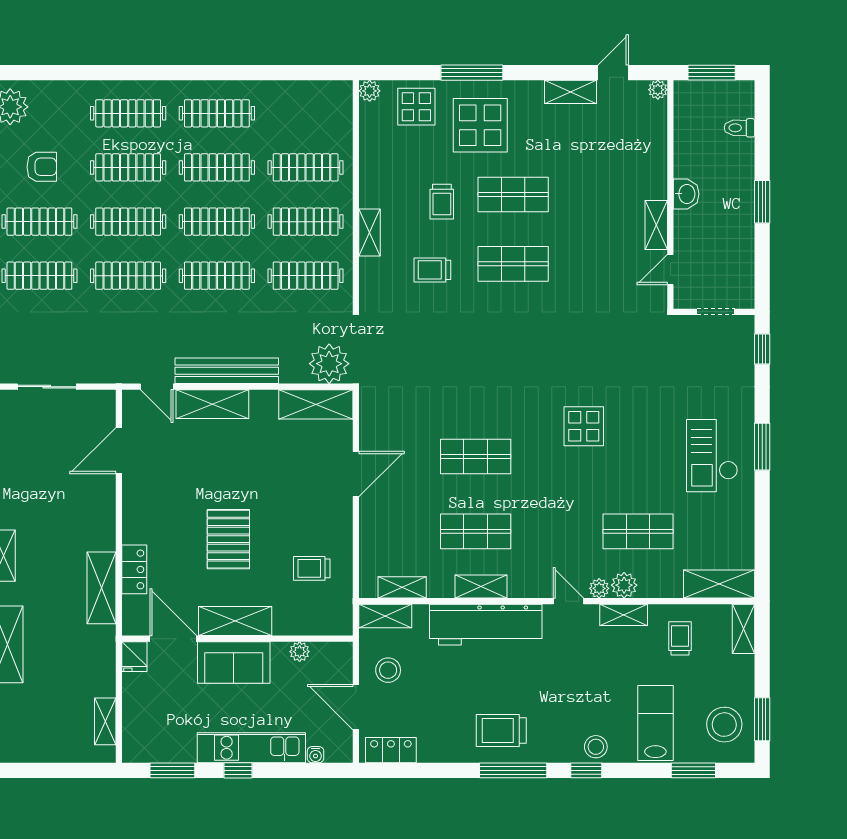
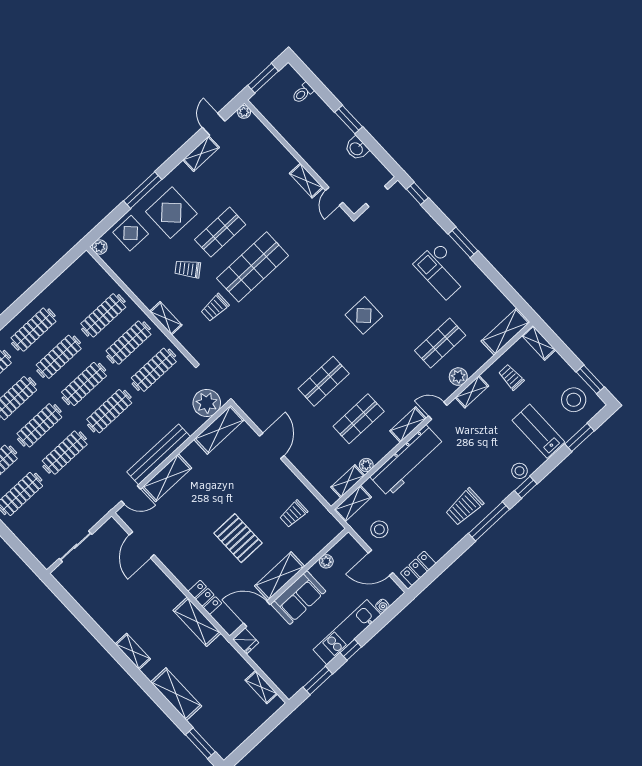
washbasin: (686, 194) -> (357, 148), moved, turned 180
trolley: (442, 202) -> (188, 269), turned 140
shop shelf: (513, 264) -> (253, 267), width x1.43, depth x1.36
shelving: (481, 587) -> (408, 425), moved
plant: (599, 588) -> (366, 465), moved

